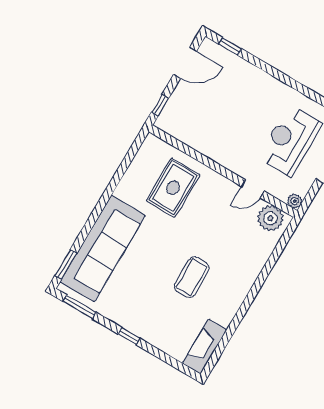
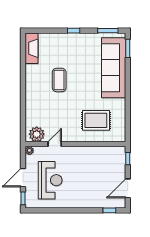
rug: (173, 188) -> (96, 120), turned 90

